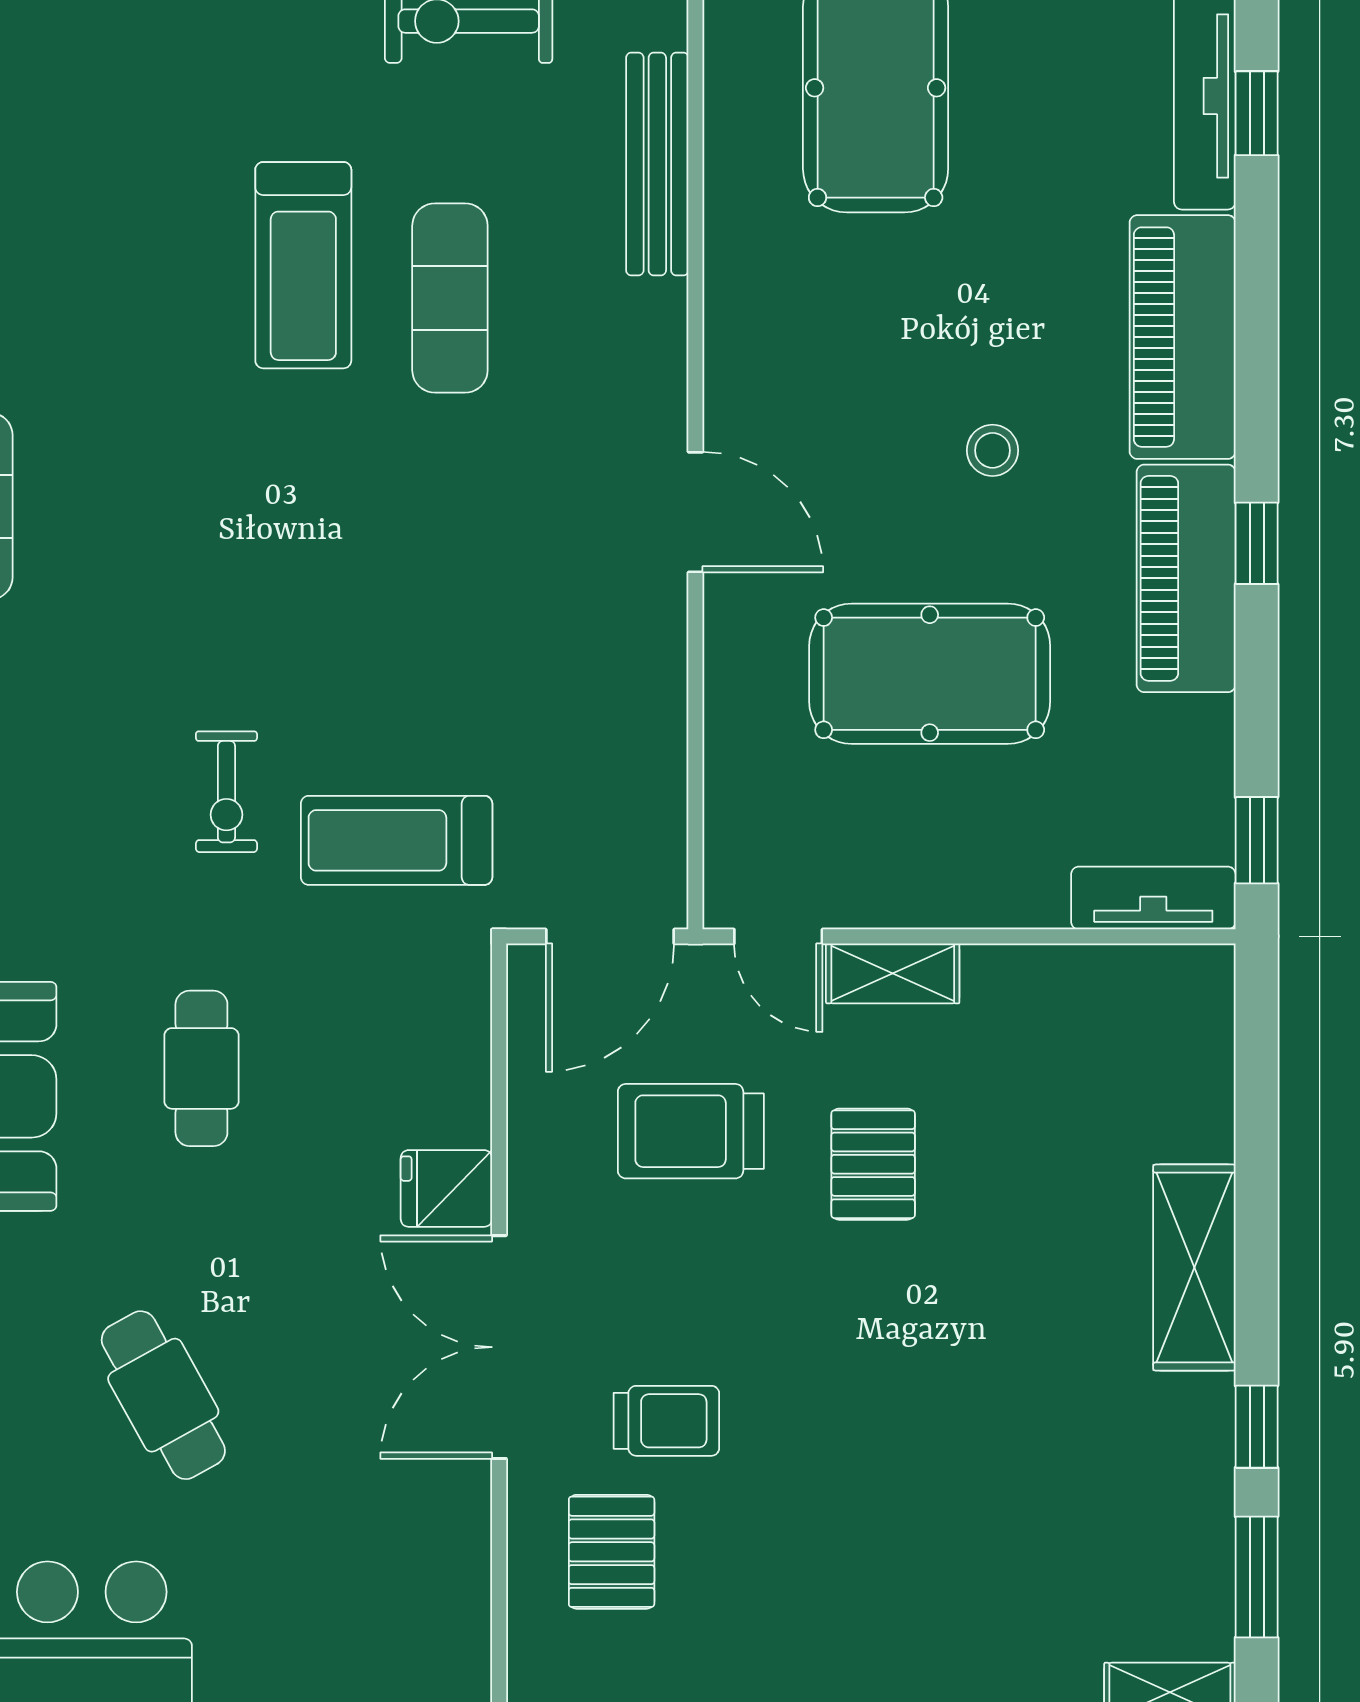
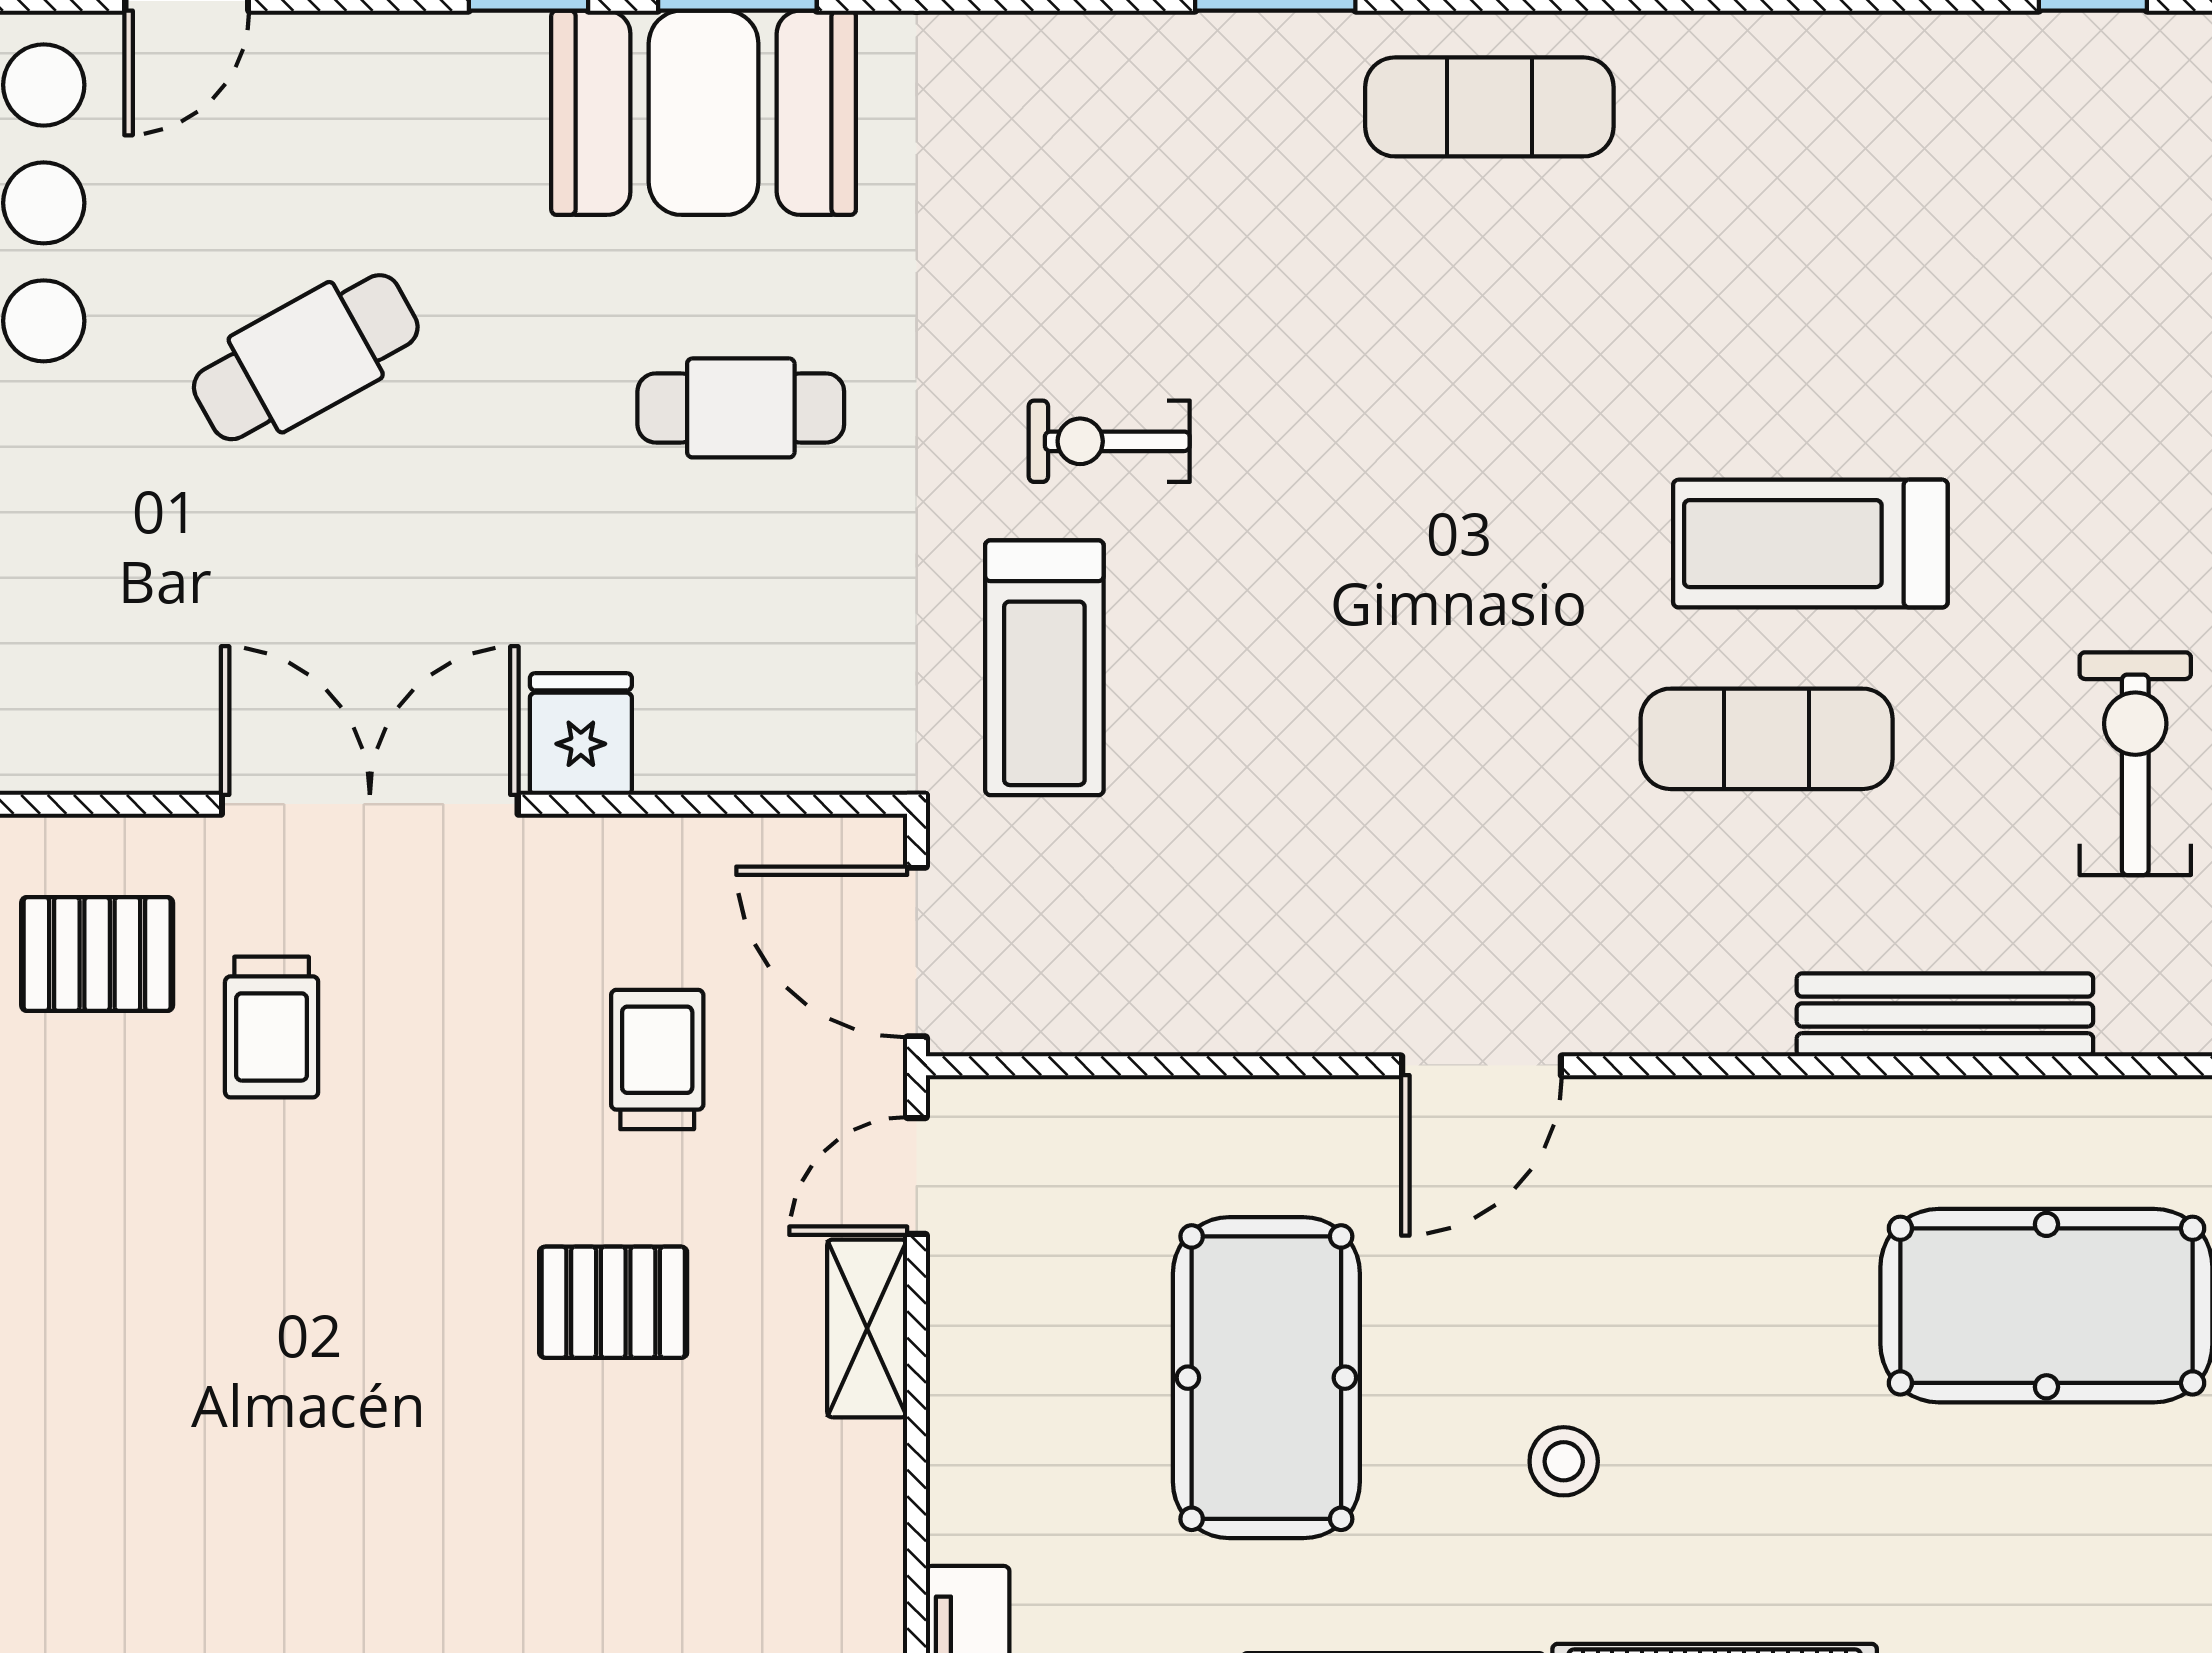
treadmill: (397, 840) -> (1044, 668), turned 180
trolley: (691, 1131) -> (657, 1060), width x0.73, depth x0.72

